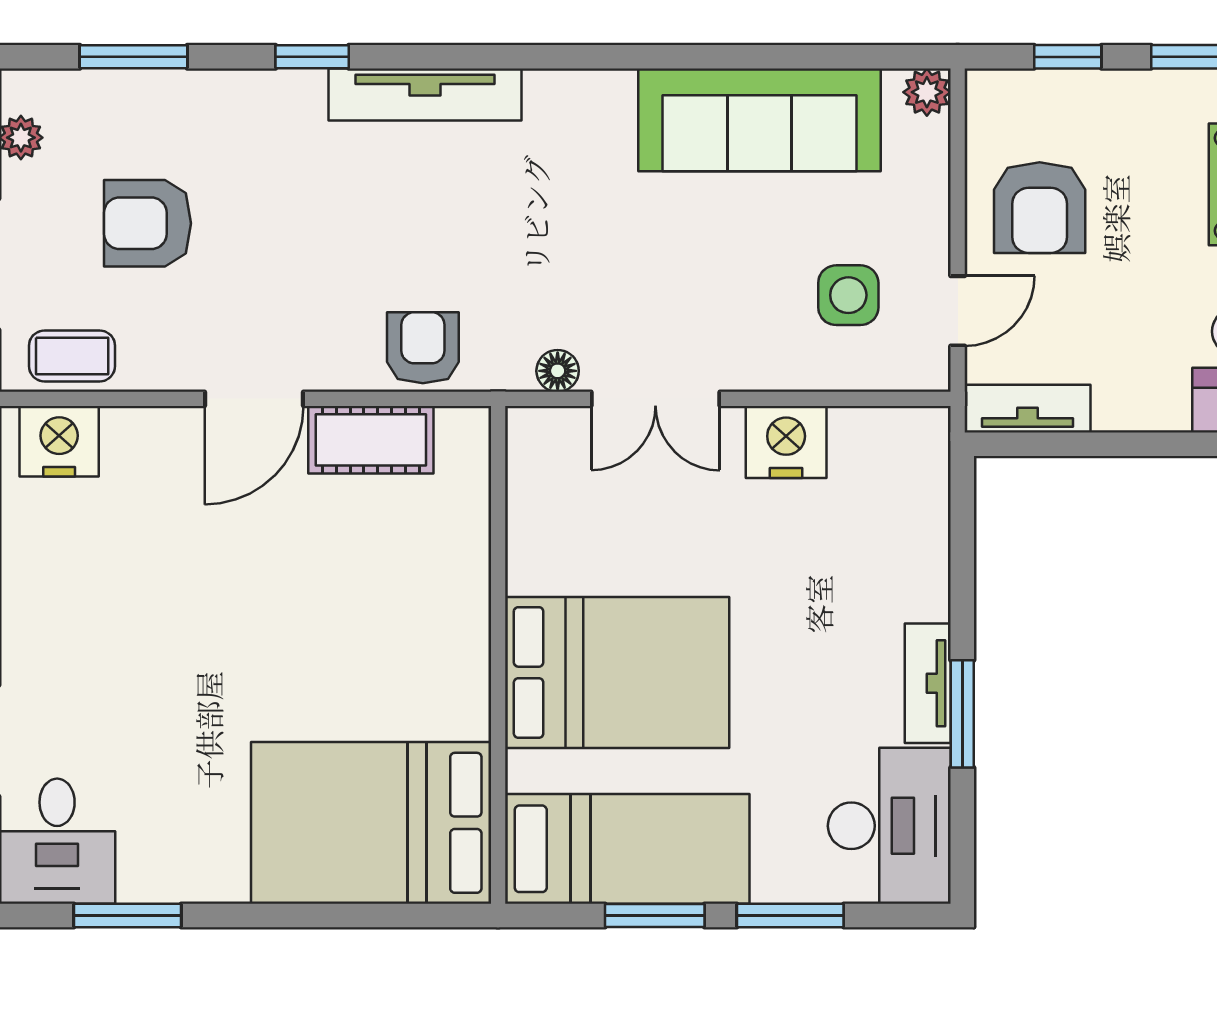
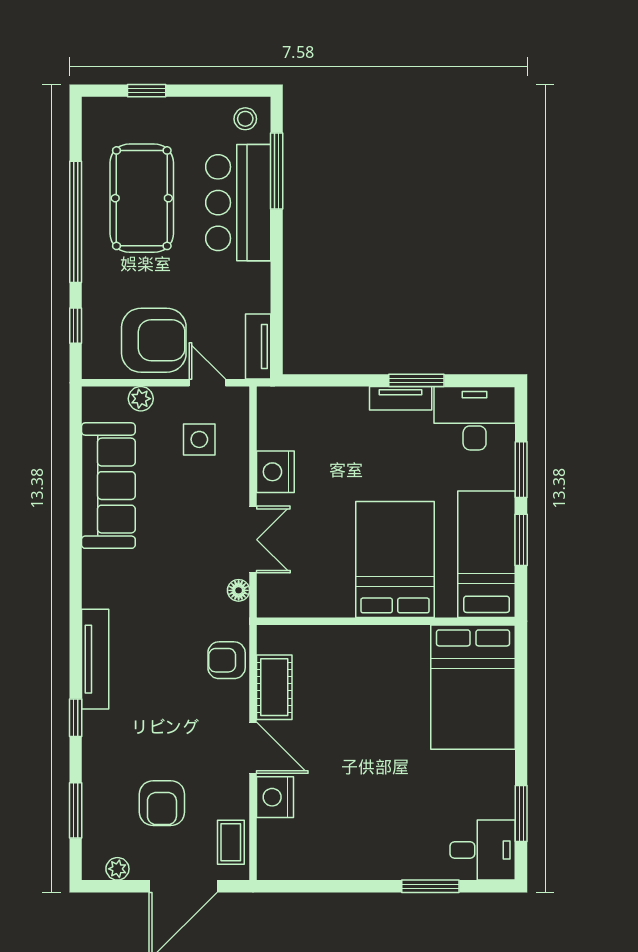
plant: (927, 92) -> (141, 399), moved
armchair: (1040, 208) -> (154, 340), width x1.36, depth x1.36
nightstand: (59, 441) -> (275, 797), moved

